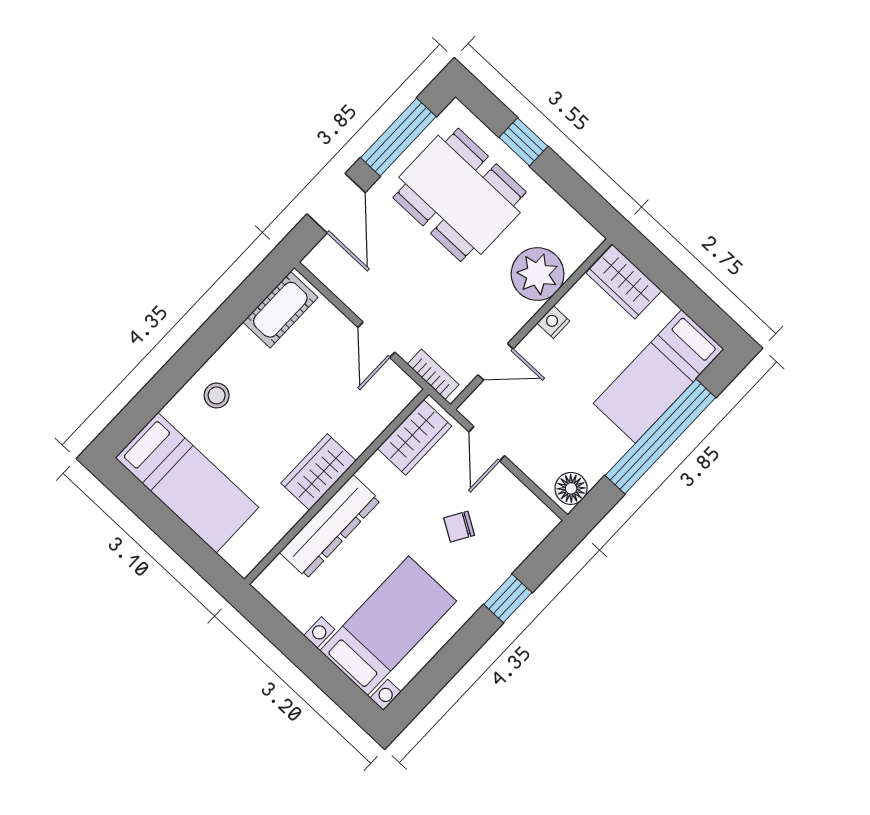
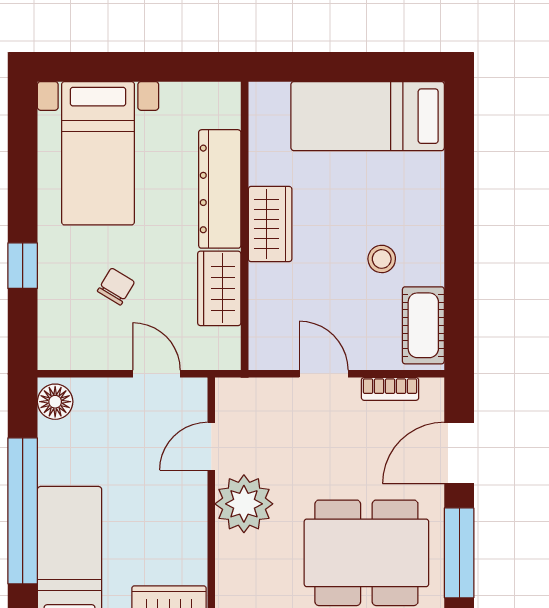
door: (336, 203) -> (459, 453), hinge flipped
plant: (538, 274) -> (244, 504), moved
nightstand: (553, 322) -> (195, 522), removed
bookcase: (433, 374) -> (390, 389), moved
stool: (217, 395) -> (382, 259), moved
wardrobe: (415, 437) -> (219, 288), moved

